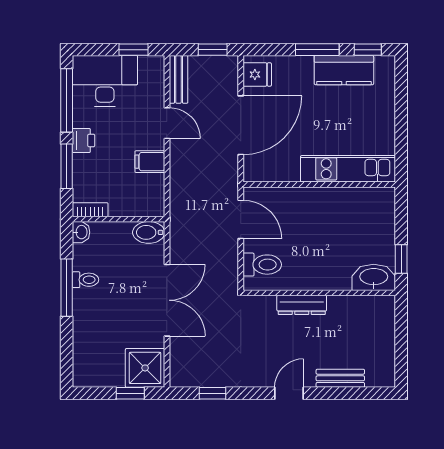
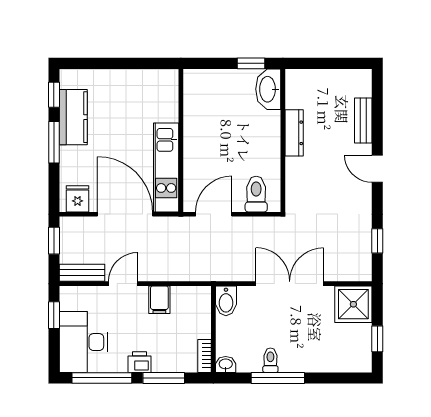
kitchen unit: (348, 169) -> (166, 167), moved
dresser: (302, 305) -> (294, 133), moved
window: (130, 393) -> (377, 339), moved

